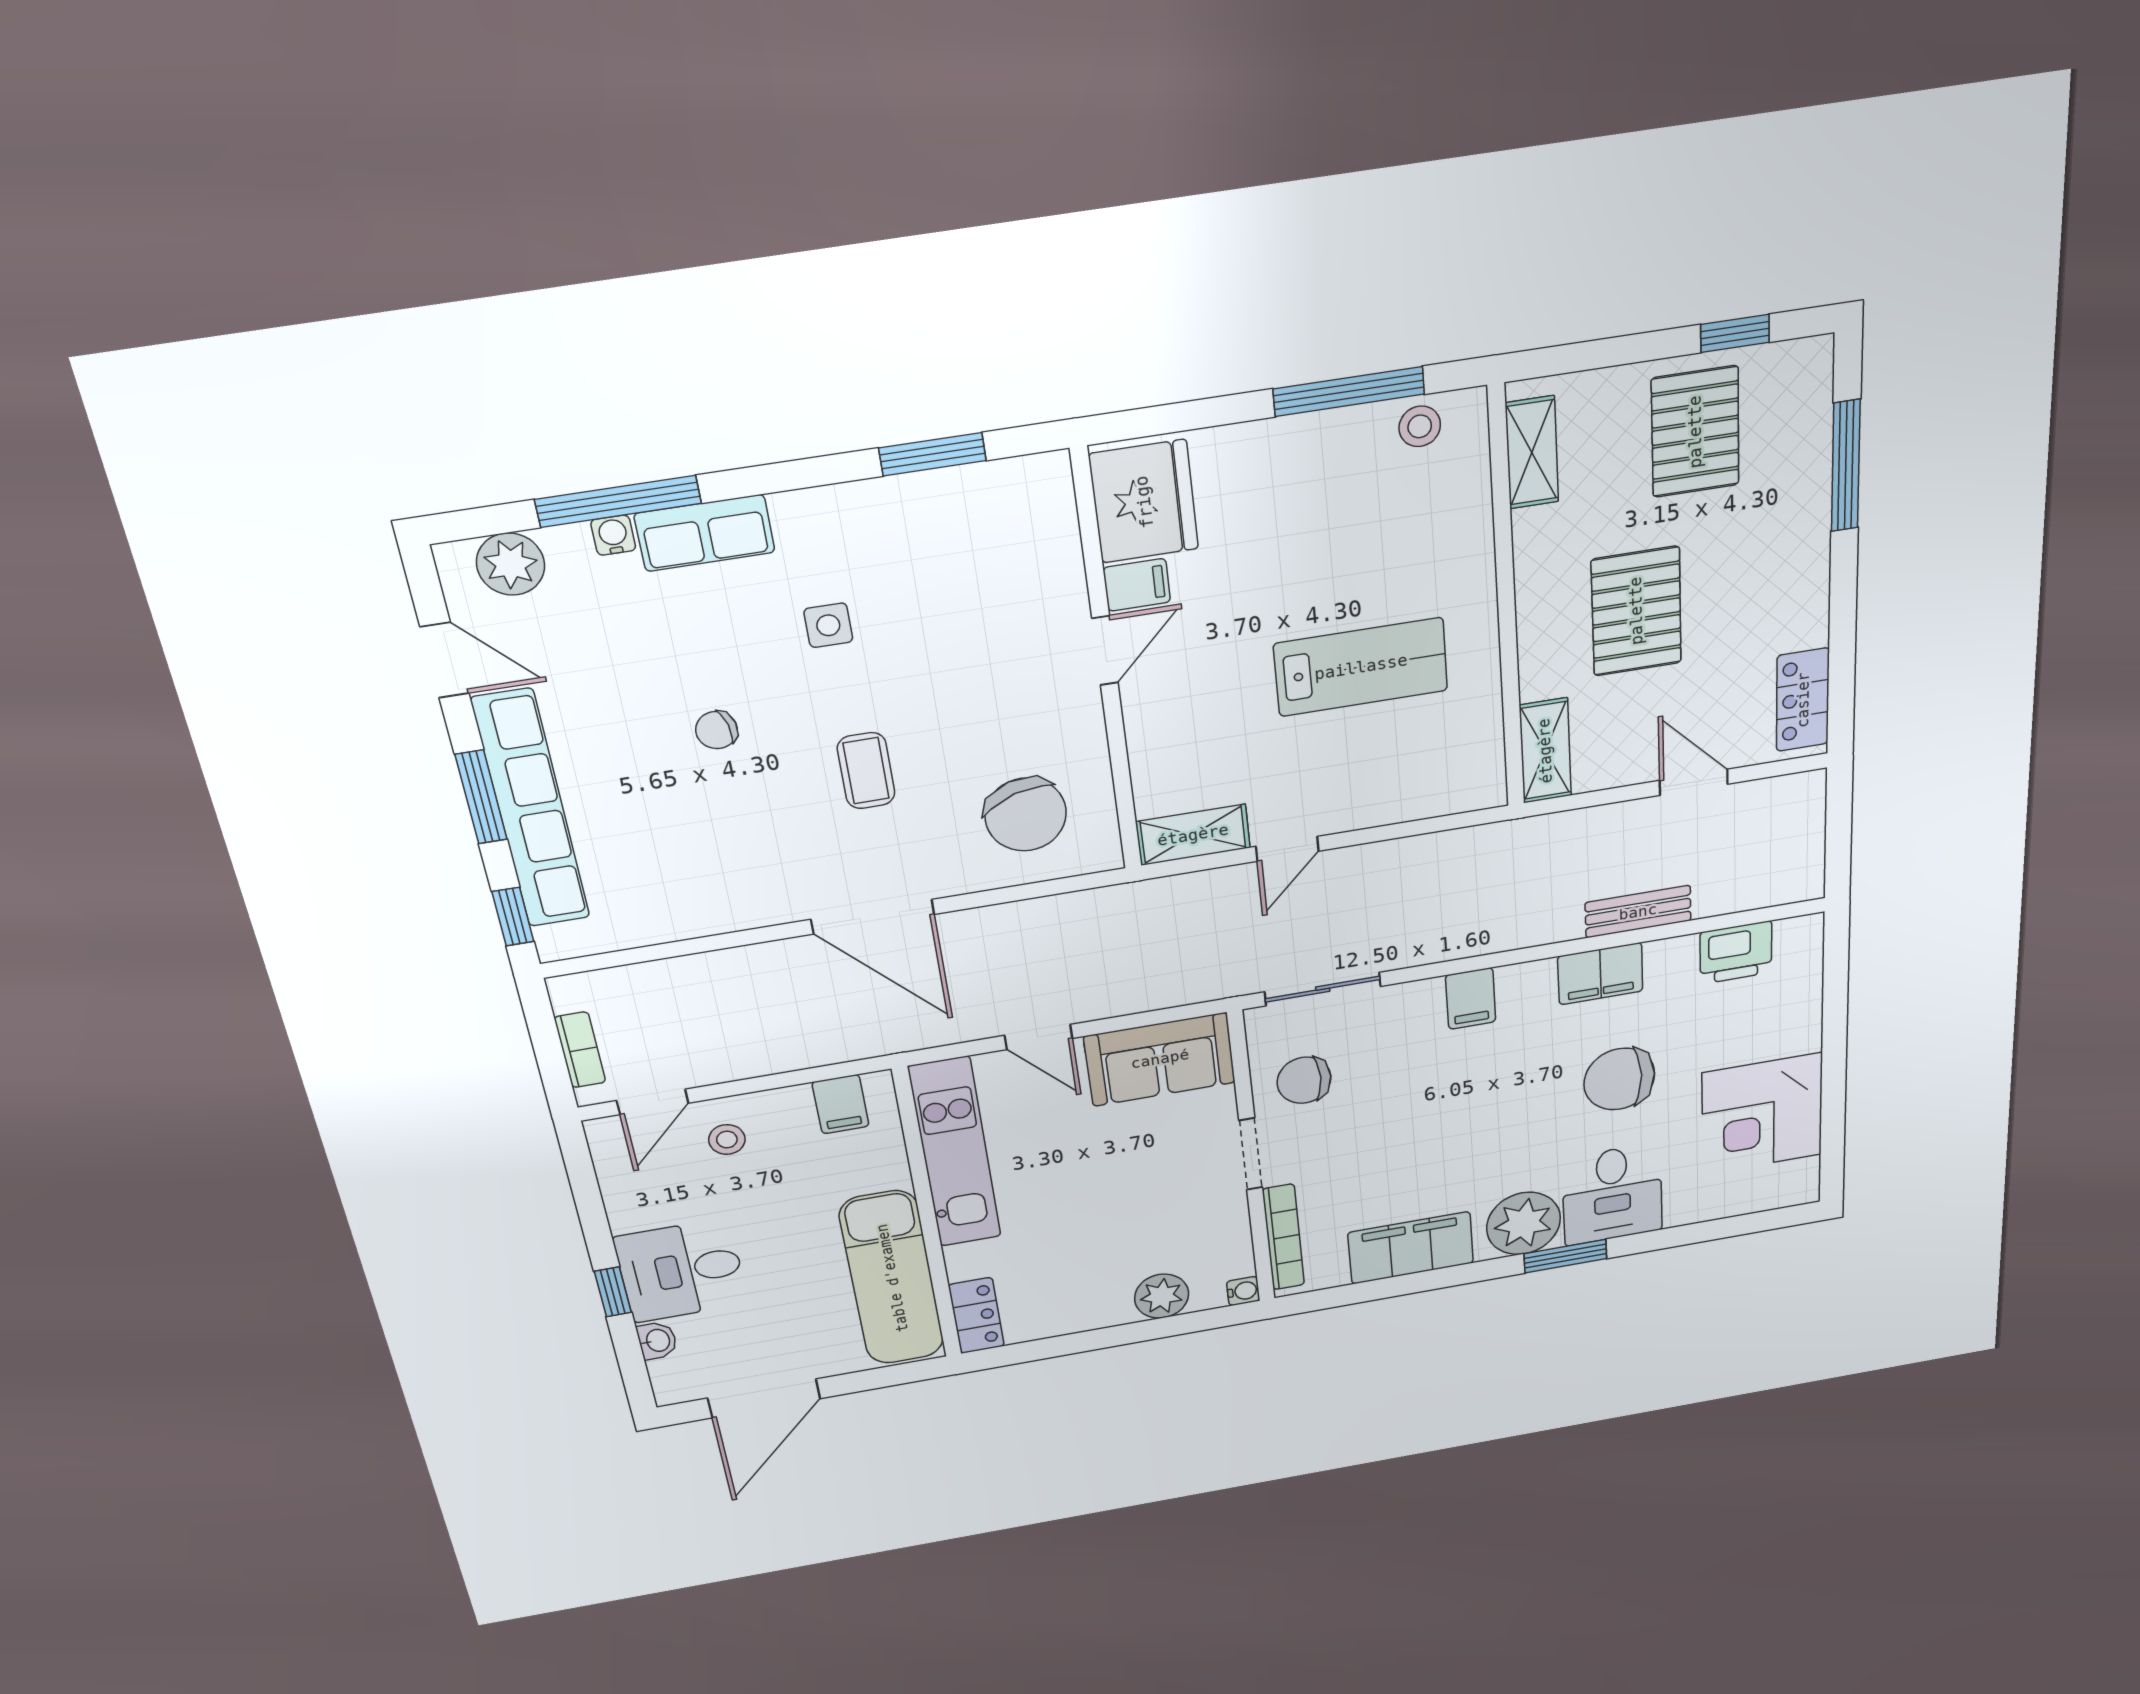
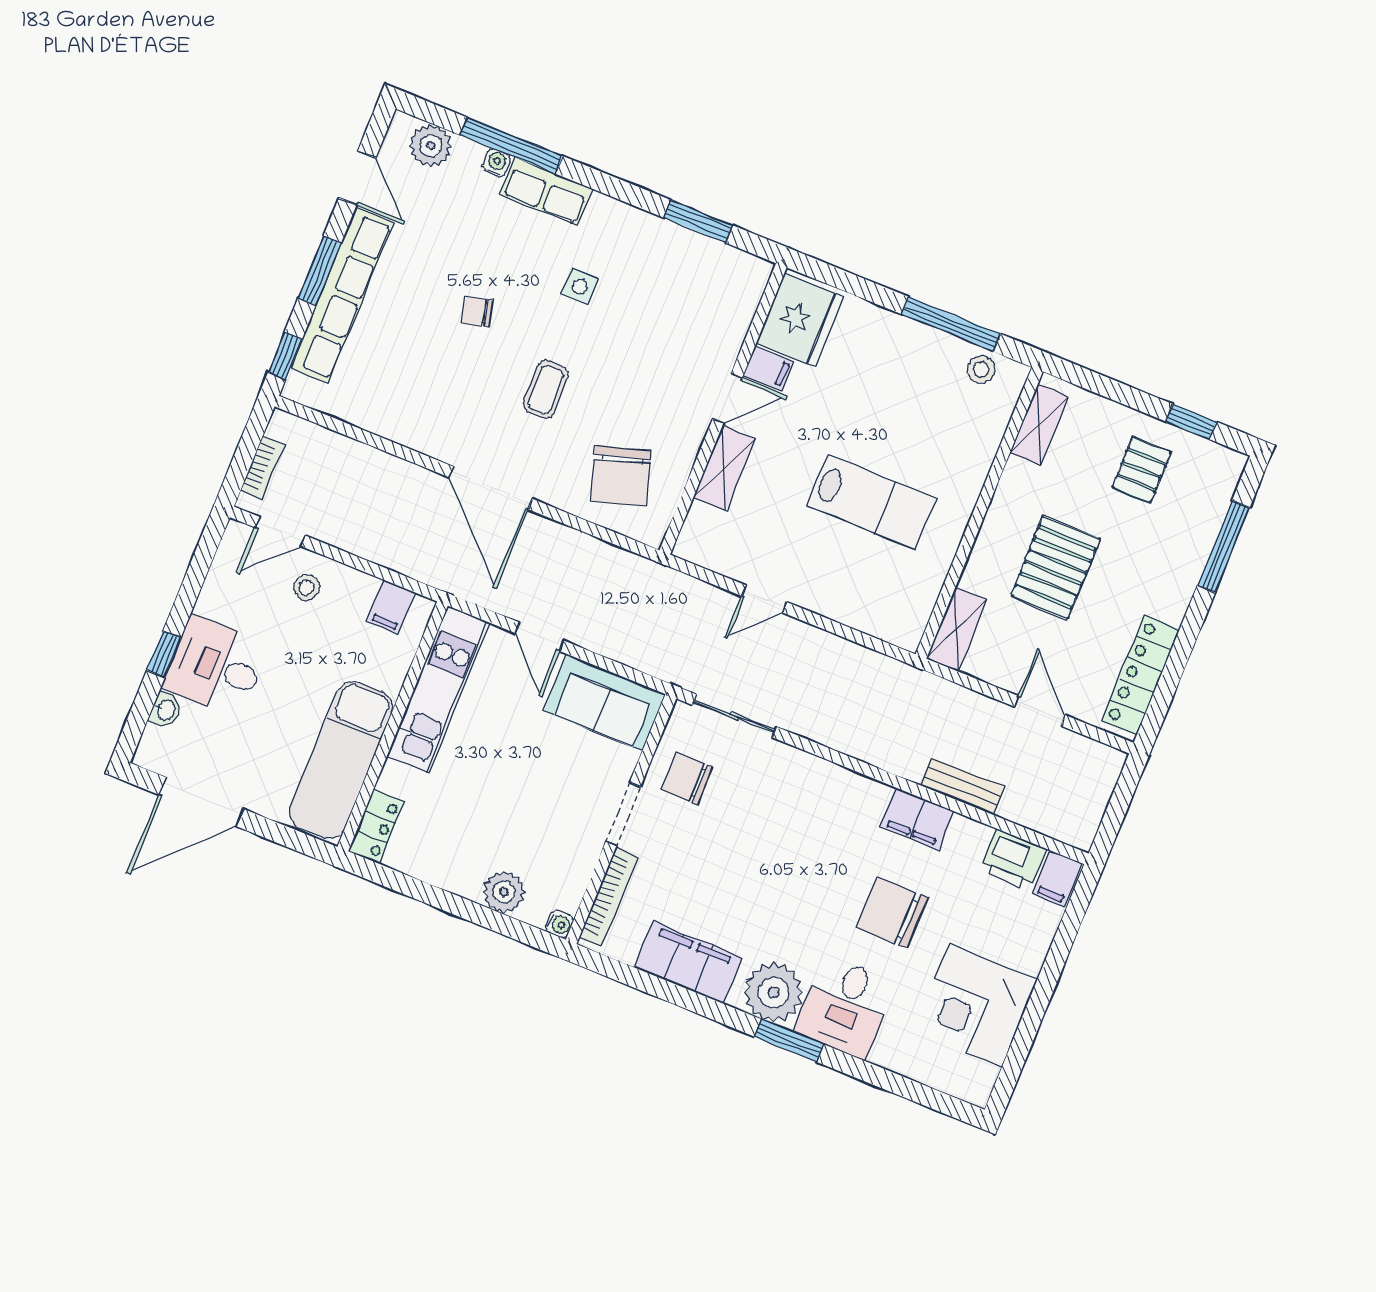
pallet: (1695, 432) -> (1142, 470), width x0.67, depth x0.71
locker: (1803, 700) -> (1141, 675), width x1.53
shelving: (1193, 835) -> (724, 468), moved, turned 90
filing cabinet: (1471, 999) -> (1057, 879), moved

